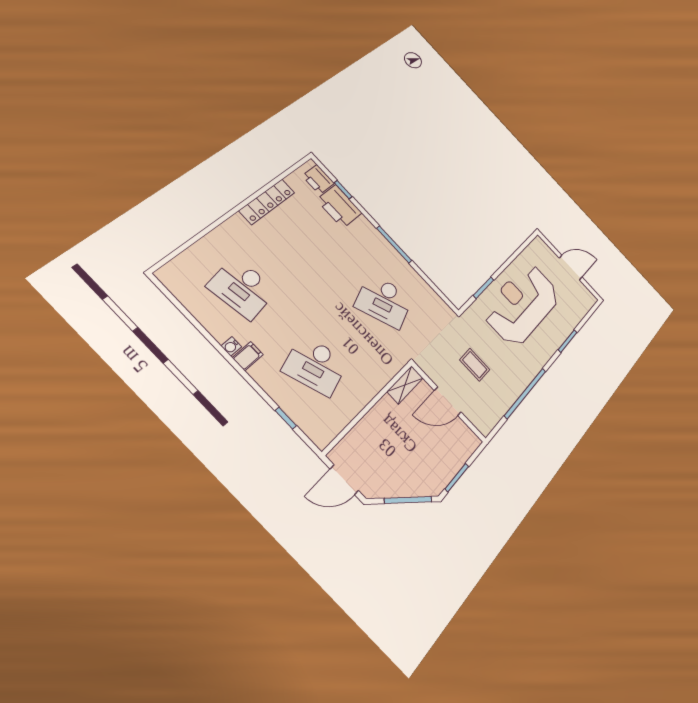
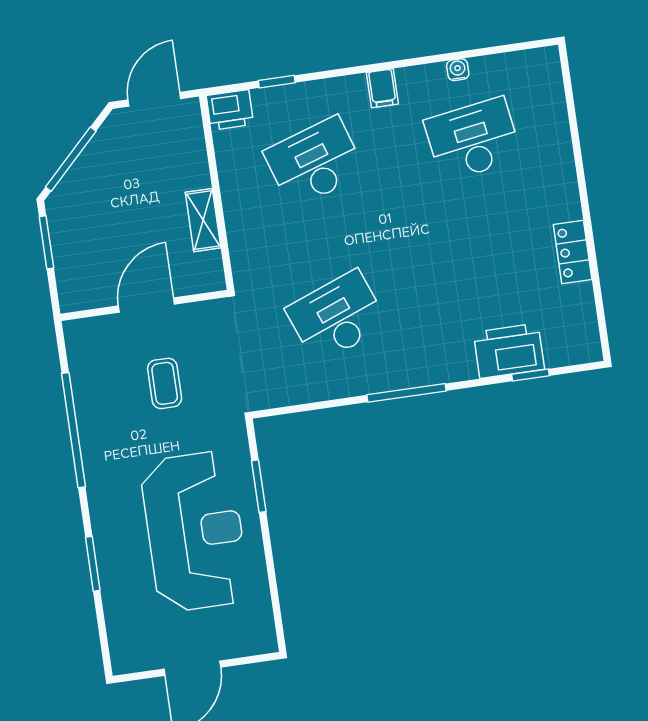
printer: (318, 179) -> (230, 110), moved, turned 180
locker: (267, 202) -> (573, 252), width x0.66
water cooler: (231, 346) -> (458, 70), moved
coffee table: (475, 365) -> (165, 383), turned 90
shelving: (405, 385) -> (203, 220), moved

